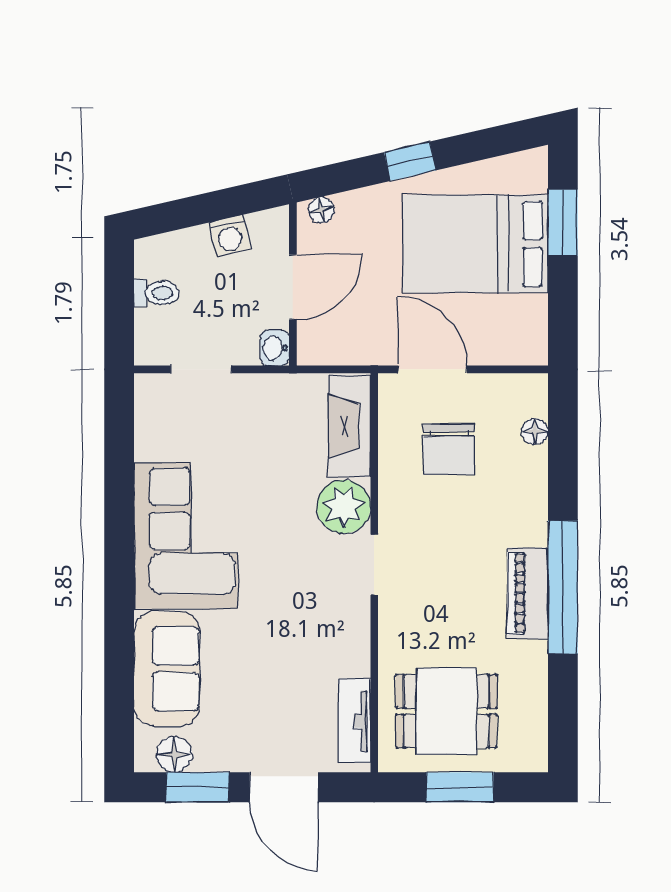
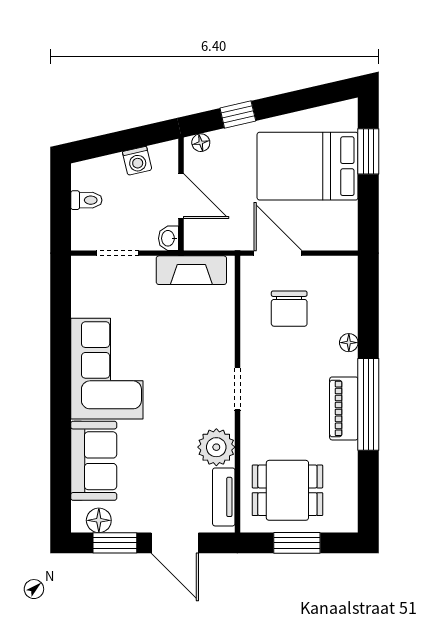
window: (410, 161) -> (238, 114), moved
door: (293, 287) -> (181, 196), hinge flipped
fireplace: (350, 426) -> (191, 270), moved, turned -90
floor lamp: (535, 431) -> (349, 343), moved
plant: (344, 507) -> (216, 447), moved

